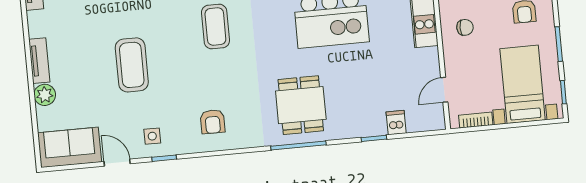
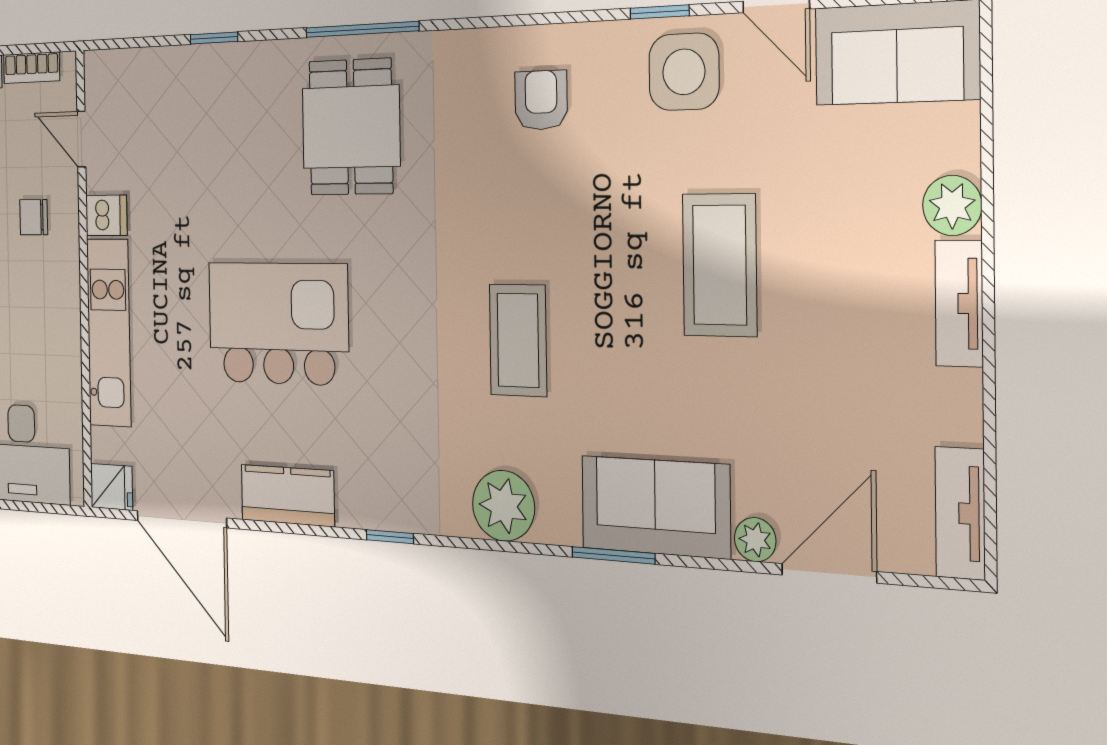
chair: (465, 27) -> (34, 217), moved
door: (444, 90) -> (81, 139), swing flipped
dishwasher: (396, 123) -> (106, 215), moved, turned -90
side table: (152, 136) -> (684, 72), width x1.87, depth x1.87

